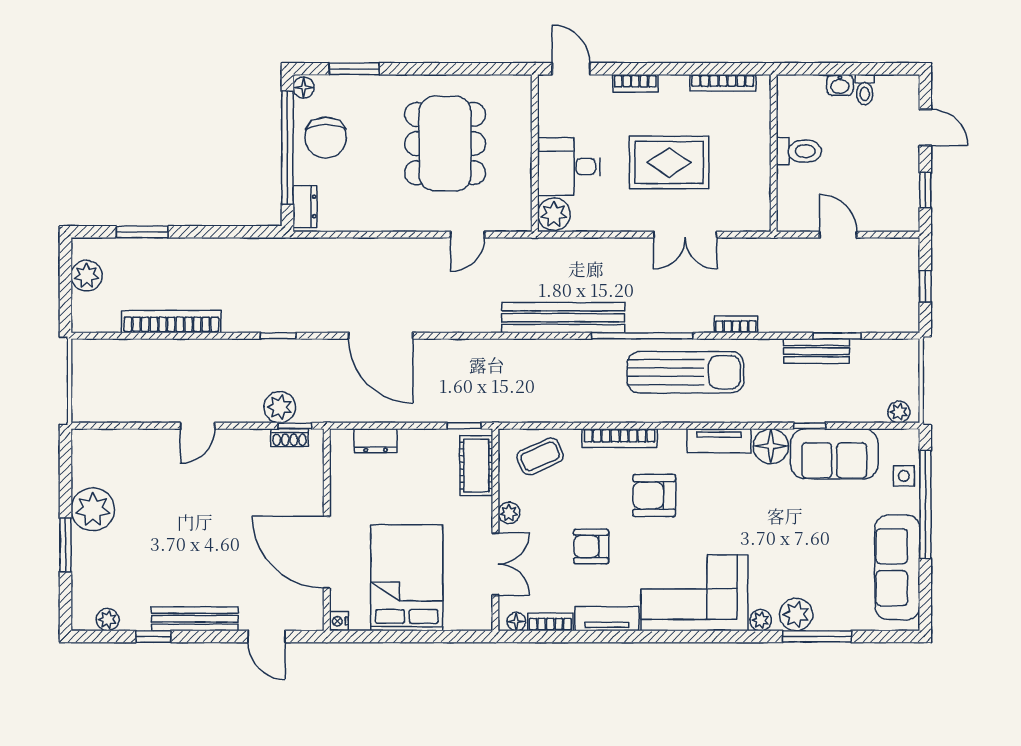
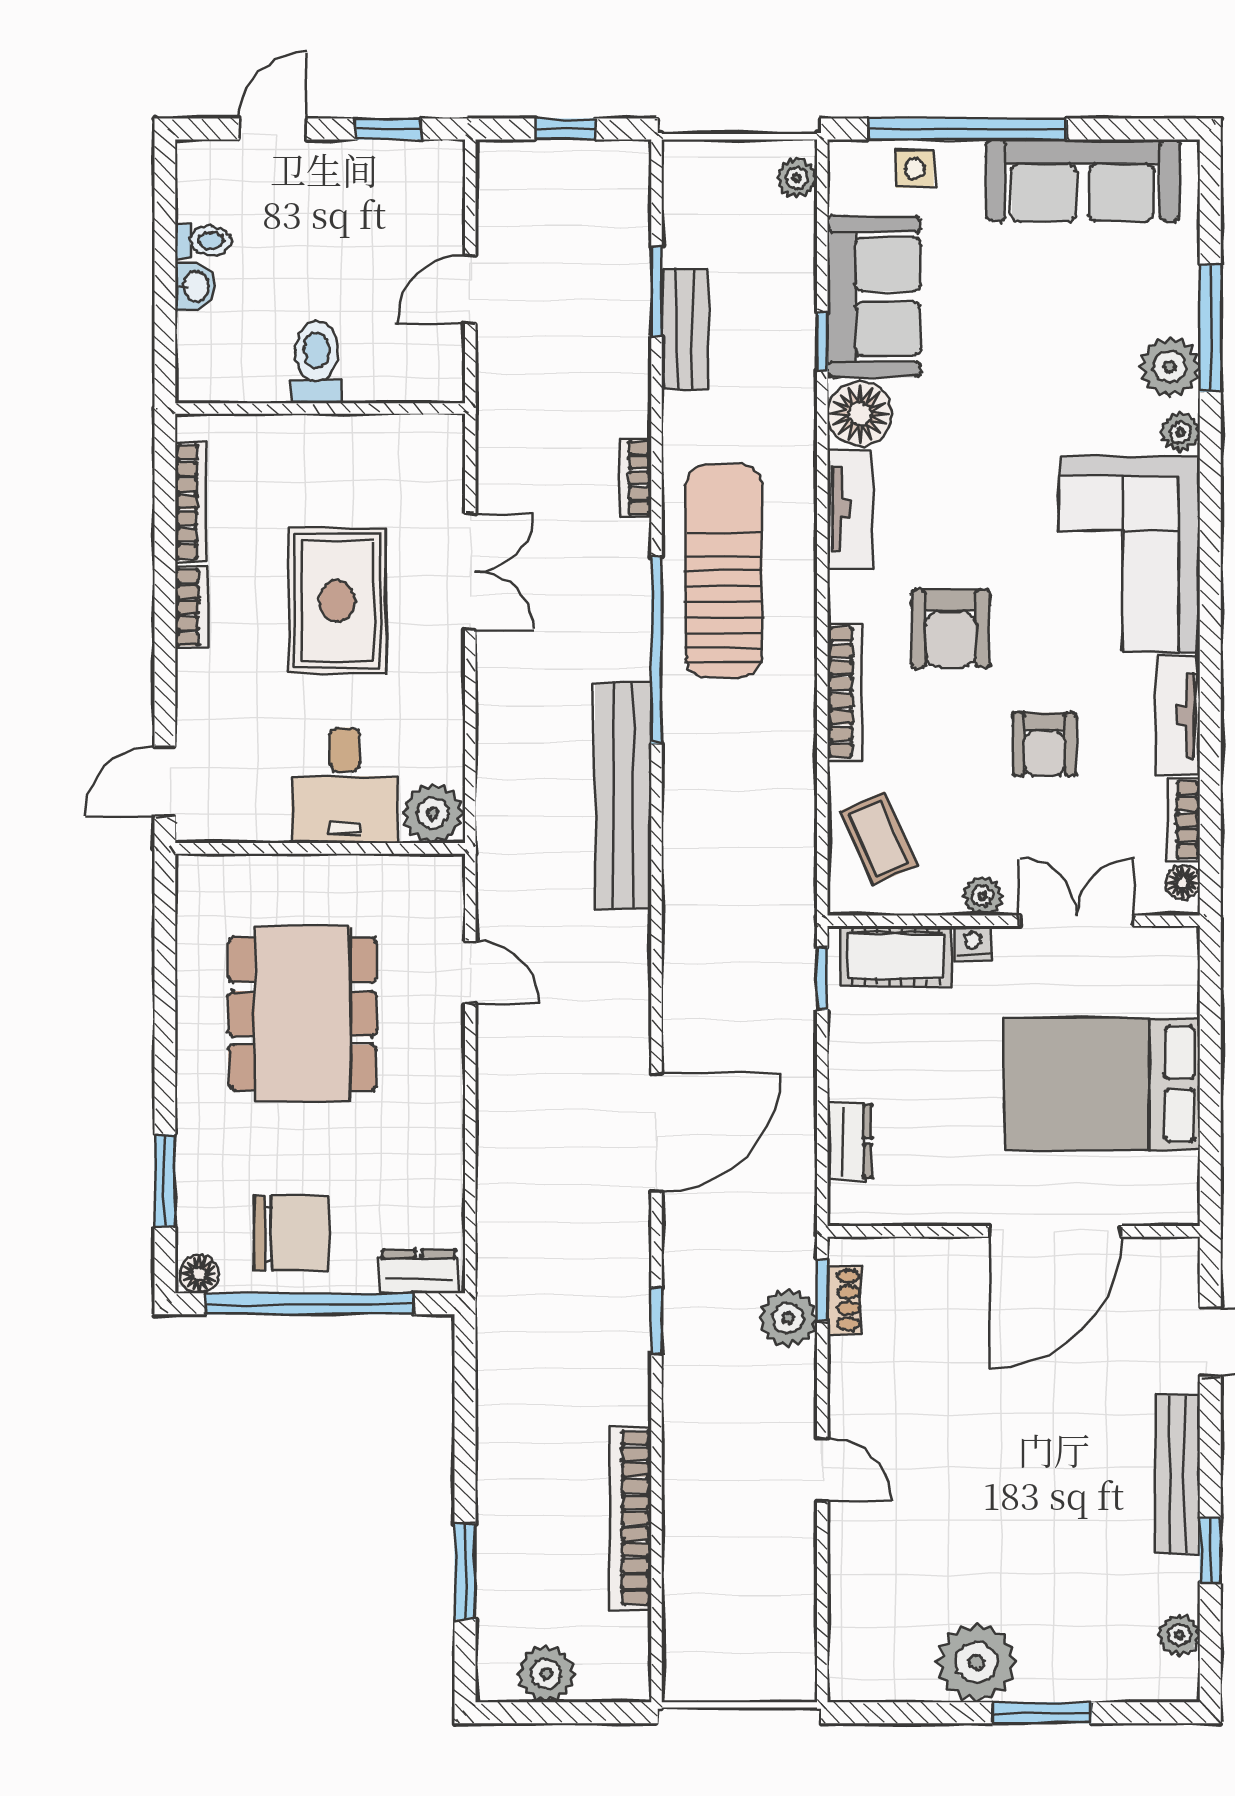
bookcase: (635, 83) -> (192, 607), moved
dining table: (445, 144) -> (303, 1014), turned 90
nightstand: (339, 621) -> (973, 943), moved, turned 180

